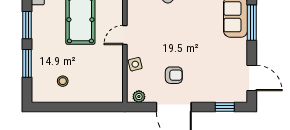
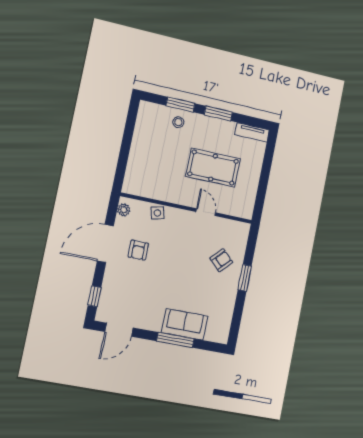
door: (125, 35) -> (206, 212), moved
stool: (63, 81) -> (178, 122), moved

